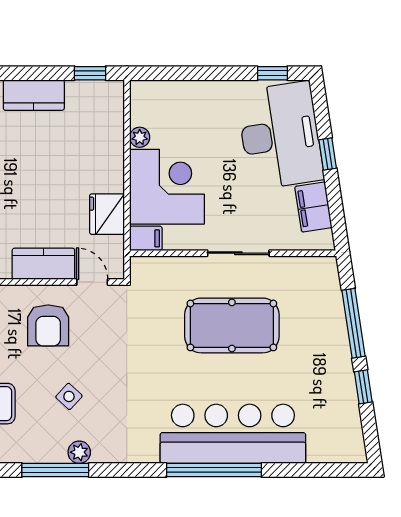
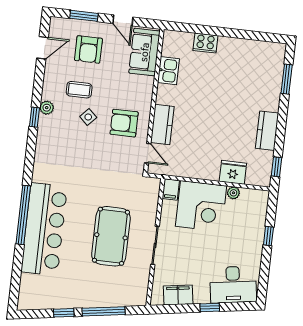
window: (272, 73) -> (268, 236), moved
desk: (280, 136) -> (233, 285), width x0.73, depth x0.77
fridge: (107, 214) -> (233, 172), moved
door: (92, 282) -> (148, 153), hinge flipped
side table: (69, 396) -> (88, 117), moved
plant: (79, 452) -> (47, 108), moved
window: (55, 470) -> (34, 117), width x0.46

